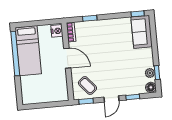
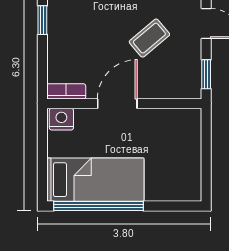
window: (90, 18) -> (42, 20), moved
coffee table: (87, 86) -> (149, 38), moved

